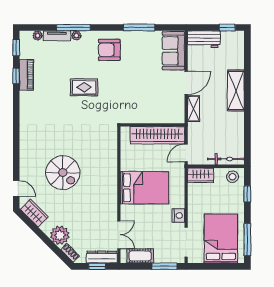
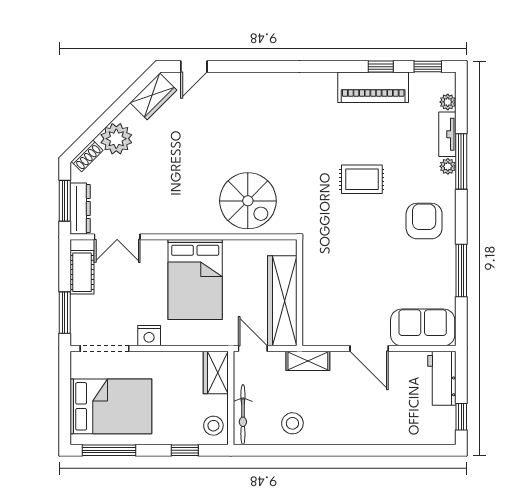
piano: (26, 75) -> (373, 87), width x1.37, depth x1.33
rug: (84, 87) -> (362, 179), turned 90
shelving: (236, 91) -> (356, 431), removed
shelving: (194, 109) -> (308, 361), moved
stool: (231, 129) -> (292, 423), added
spiral stairs: (63, 173) -> (248, 201), moved, turned -90
window: (97, 266) -> (65, 201), width x1.50

